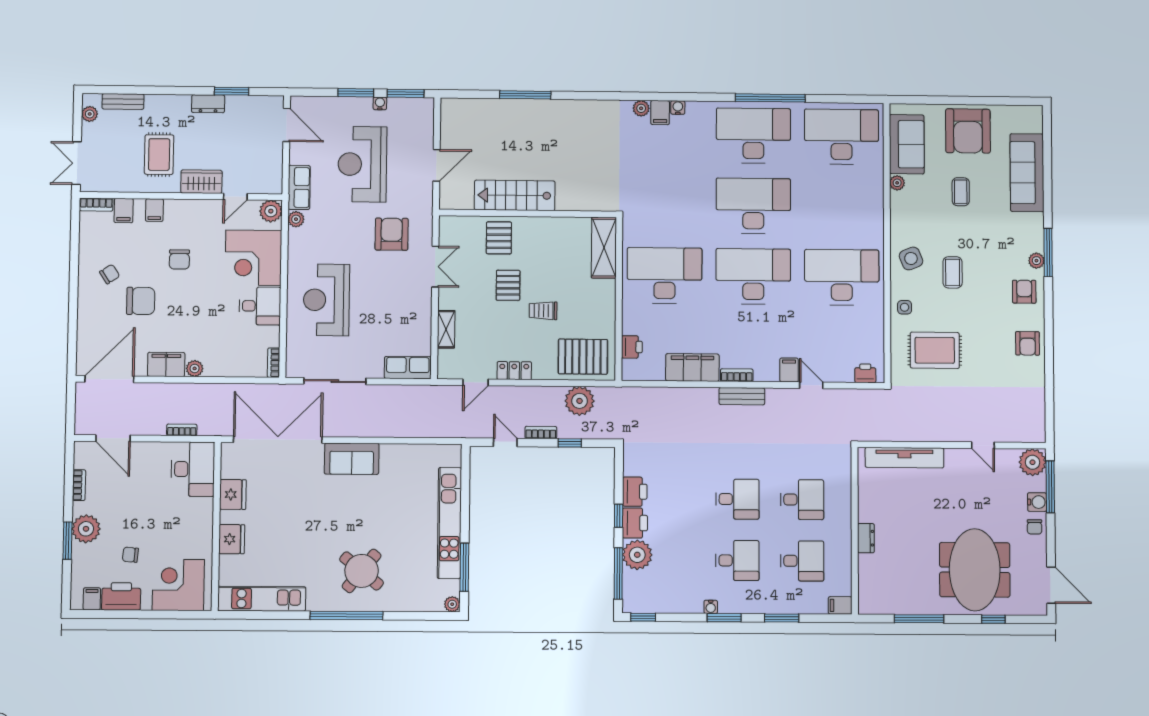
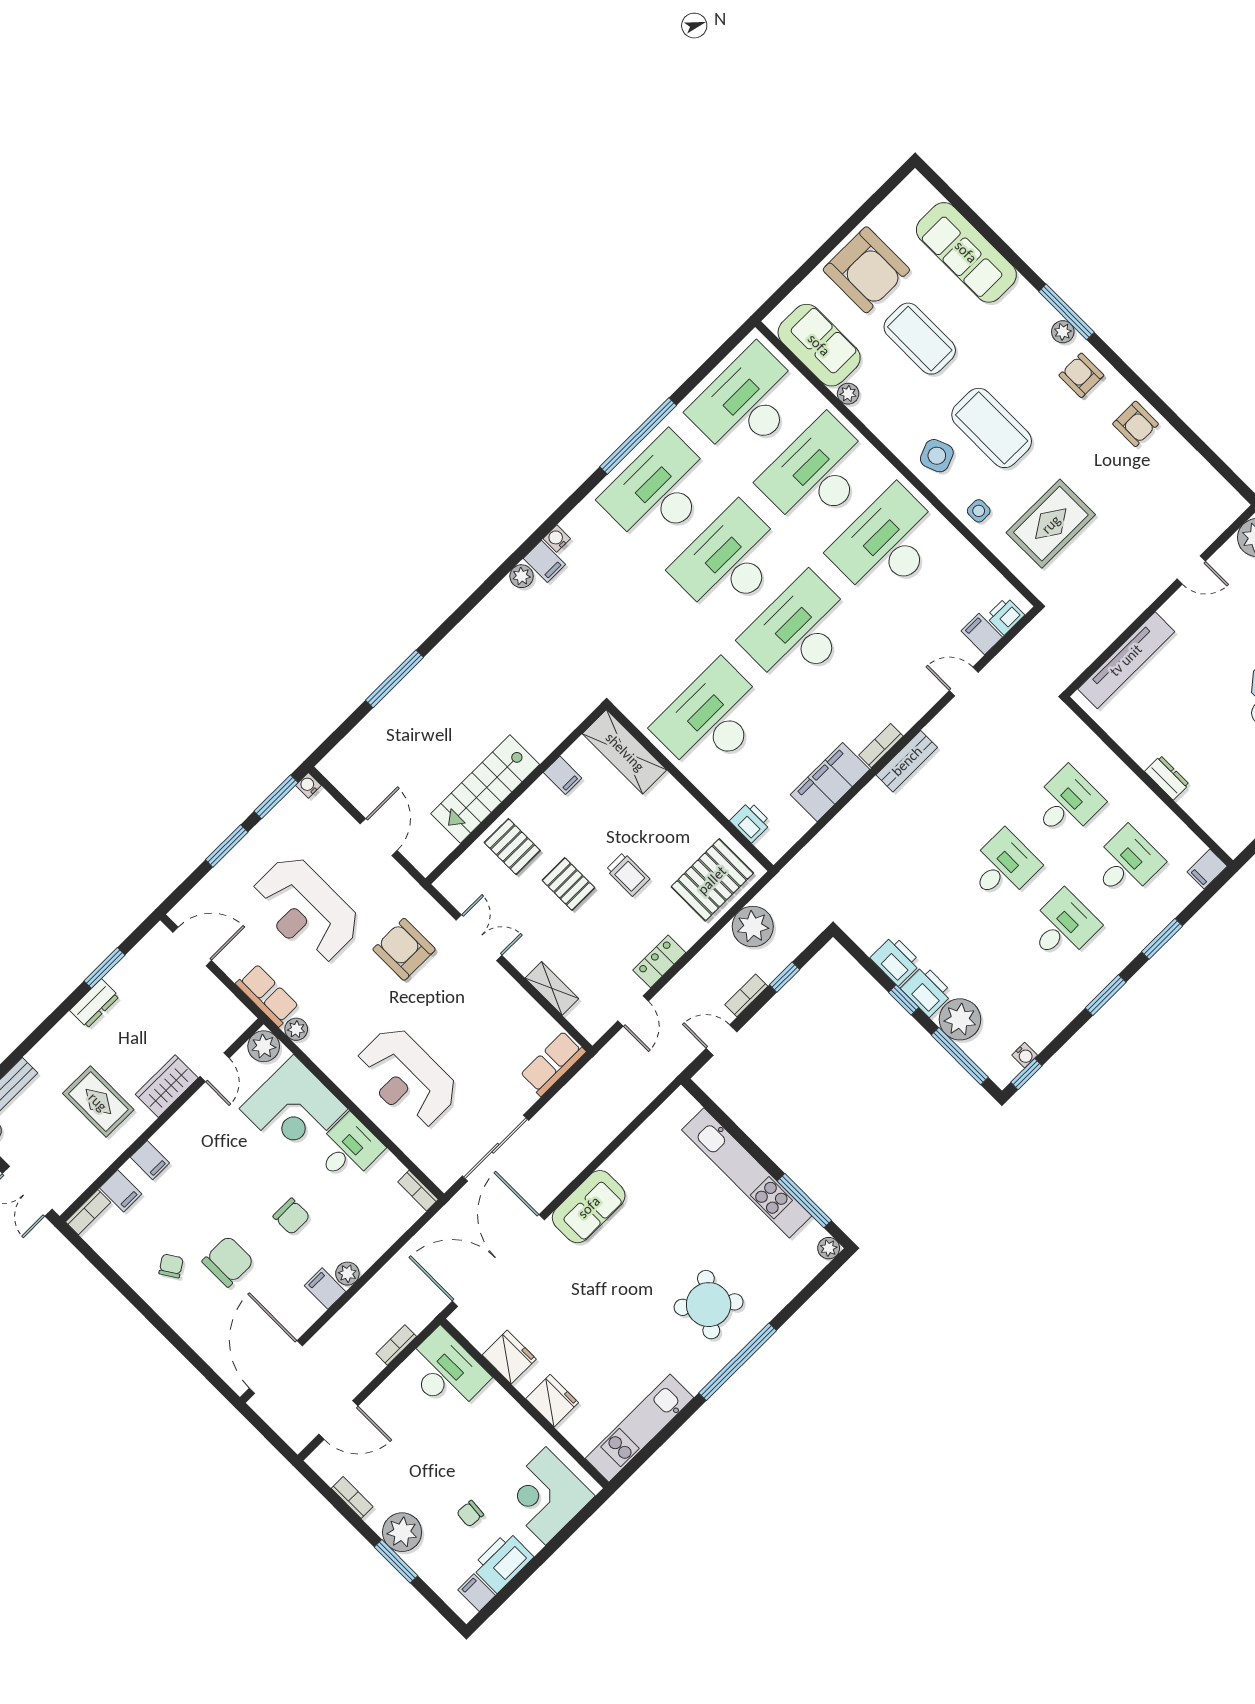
water cooler: (380, 103) -> (308, 785), moved
coffee table: (961, 192) -> (920, 339), width x1.86, depth x1.72
desk: (842, 207) -> (817, 473), added
filing cabinet: (561, 228) -> (563, 775), added
chair: (179, 259) -> (292, 1216), moved
coffee table: (953, 272) -> (992, 428), width x1.86, depth x1.72
trolley: (543, 311) -> (628, 874), turned -90
filing cabinet: (166, 364) -> (325, 1289), width x0.50
filing cabinet: (789, 370) -> (982, 634), moved
water cooler: (711, 607) -> (1025, 1055), moved

